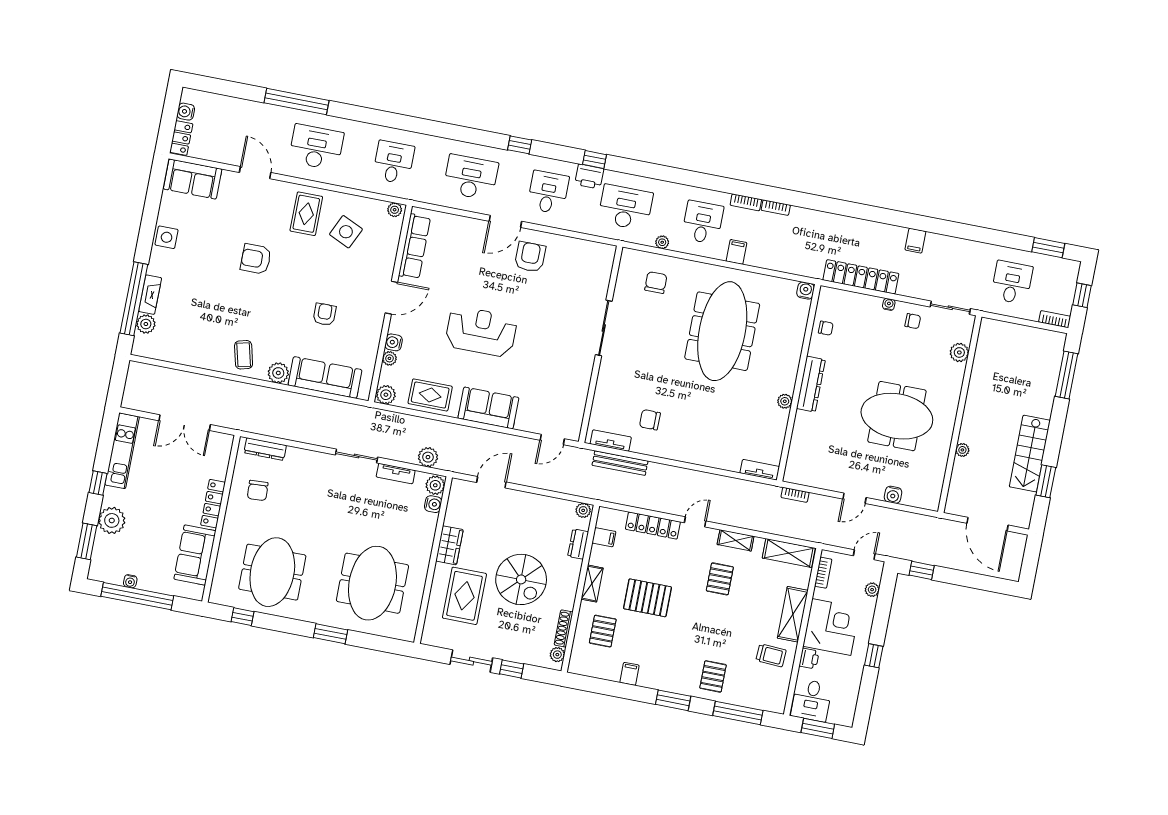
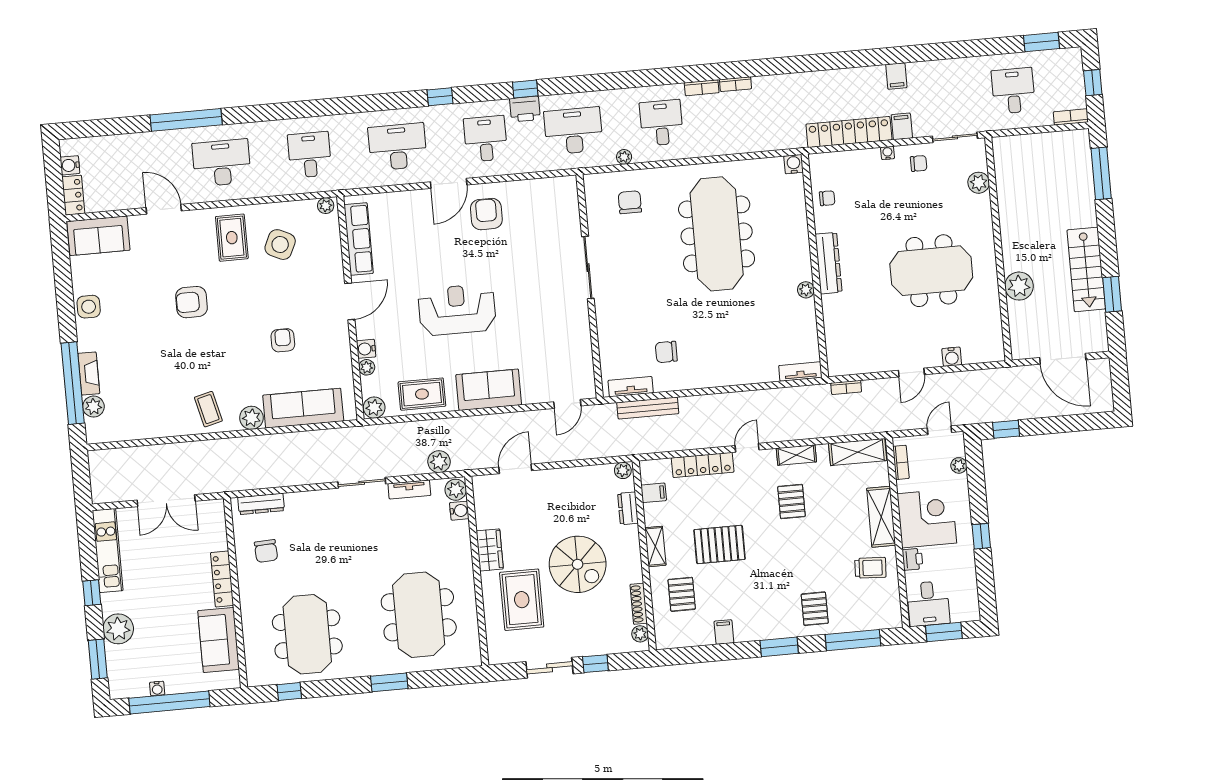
filing cabinet: (736, 252) -> (902, 126), moved
plant: (962, 450) -> (1019, 286), width x1.88, depth x1.88

